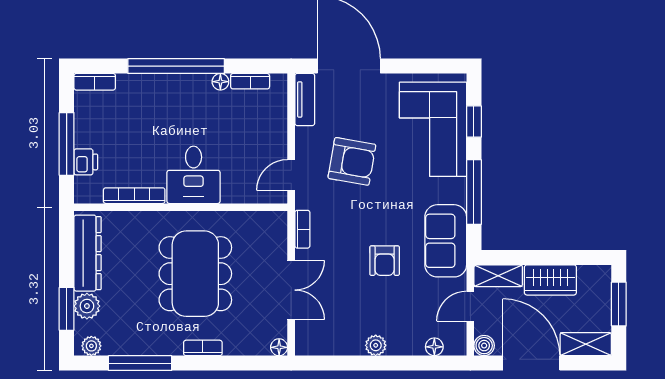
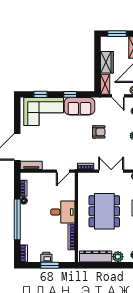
window: (67, 144) -> (50, 265), width x0.69
armchair: (352, 161) -> (57, 146), removed
printer: (86, 162) -> (46, 257), moved
door: (291, 175) -> (63, 171), hinge flipped
window: (474, 192) -> (70, 94), width x0.46
sofa: (446, 241) -> (79, 106), moved
dining table: (195, 274) -> (104, 211), turned 90
window: (67, 309) -> (119, 265), removed

